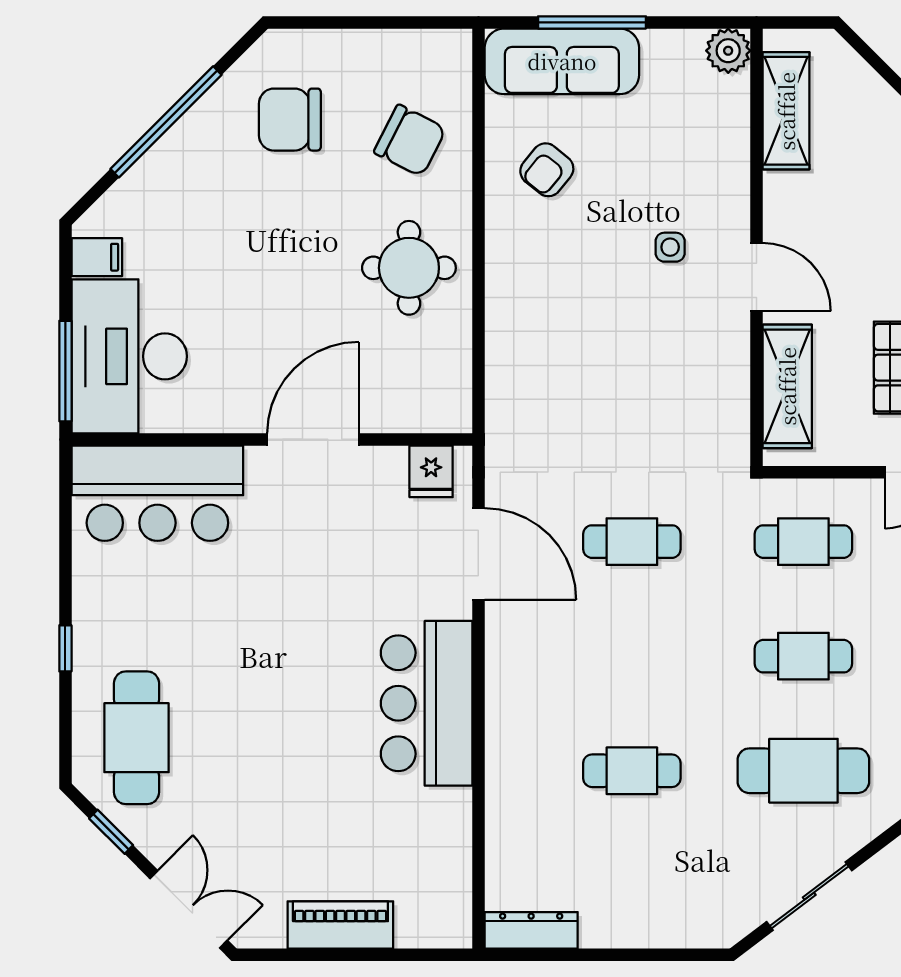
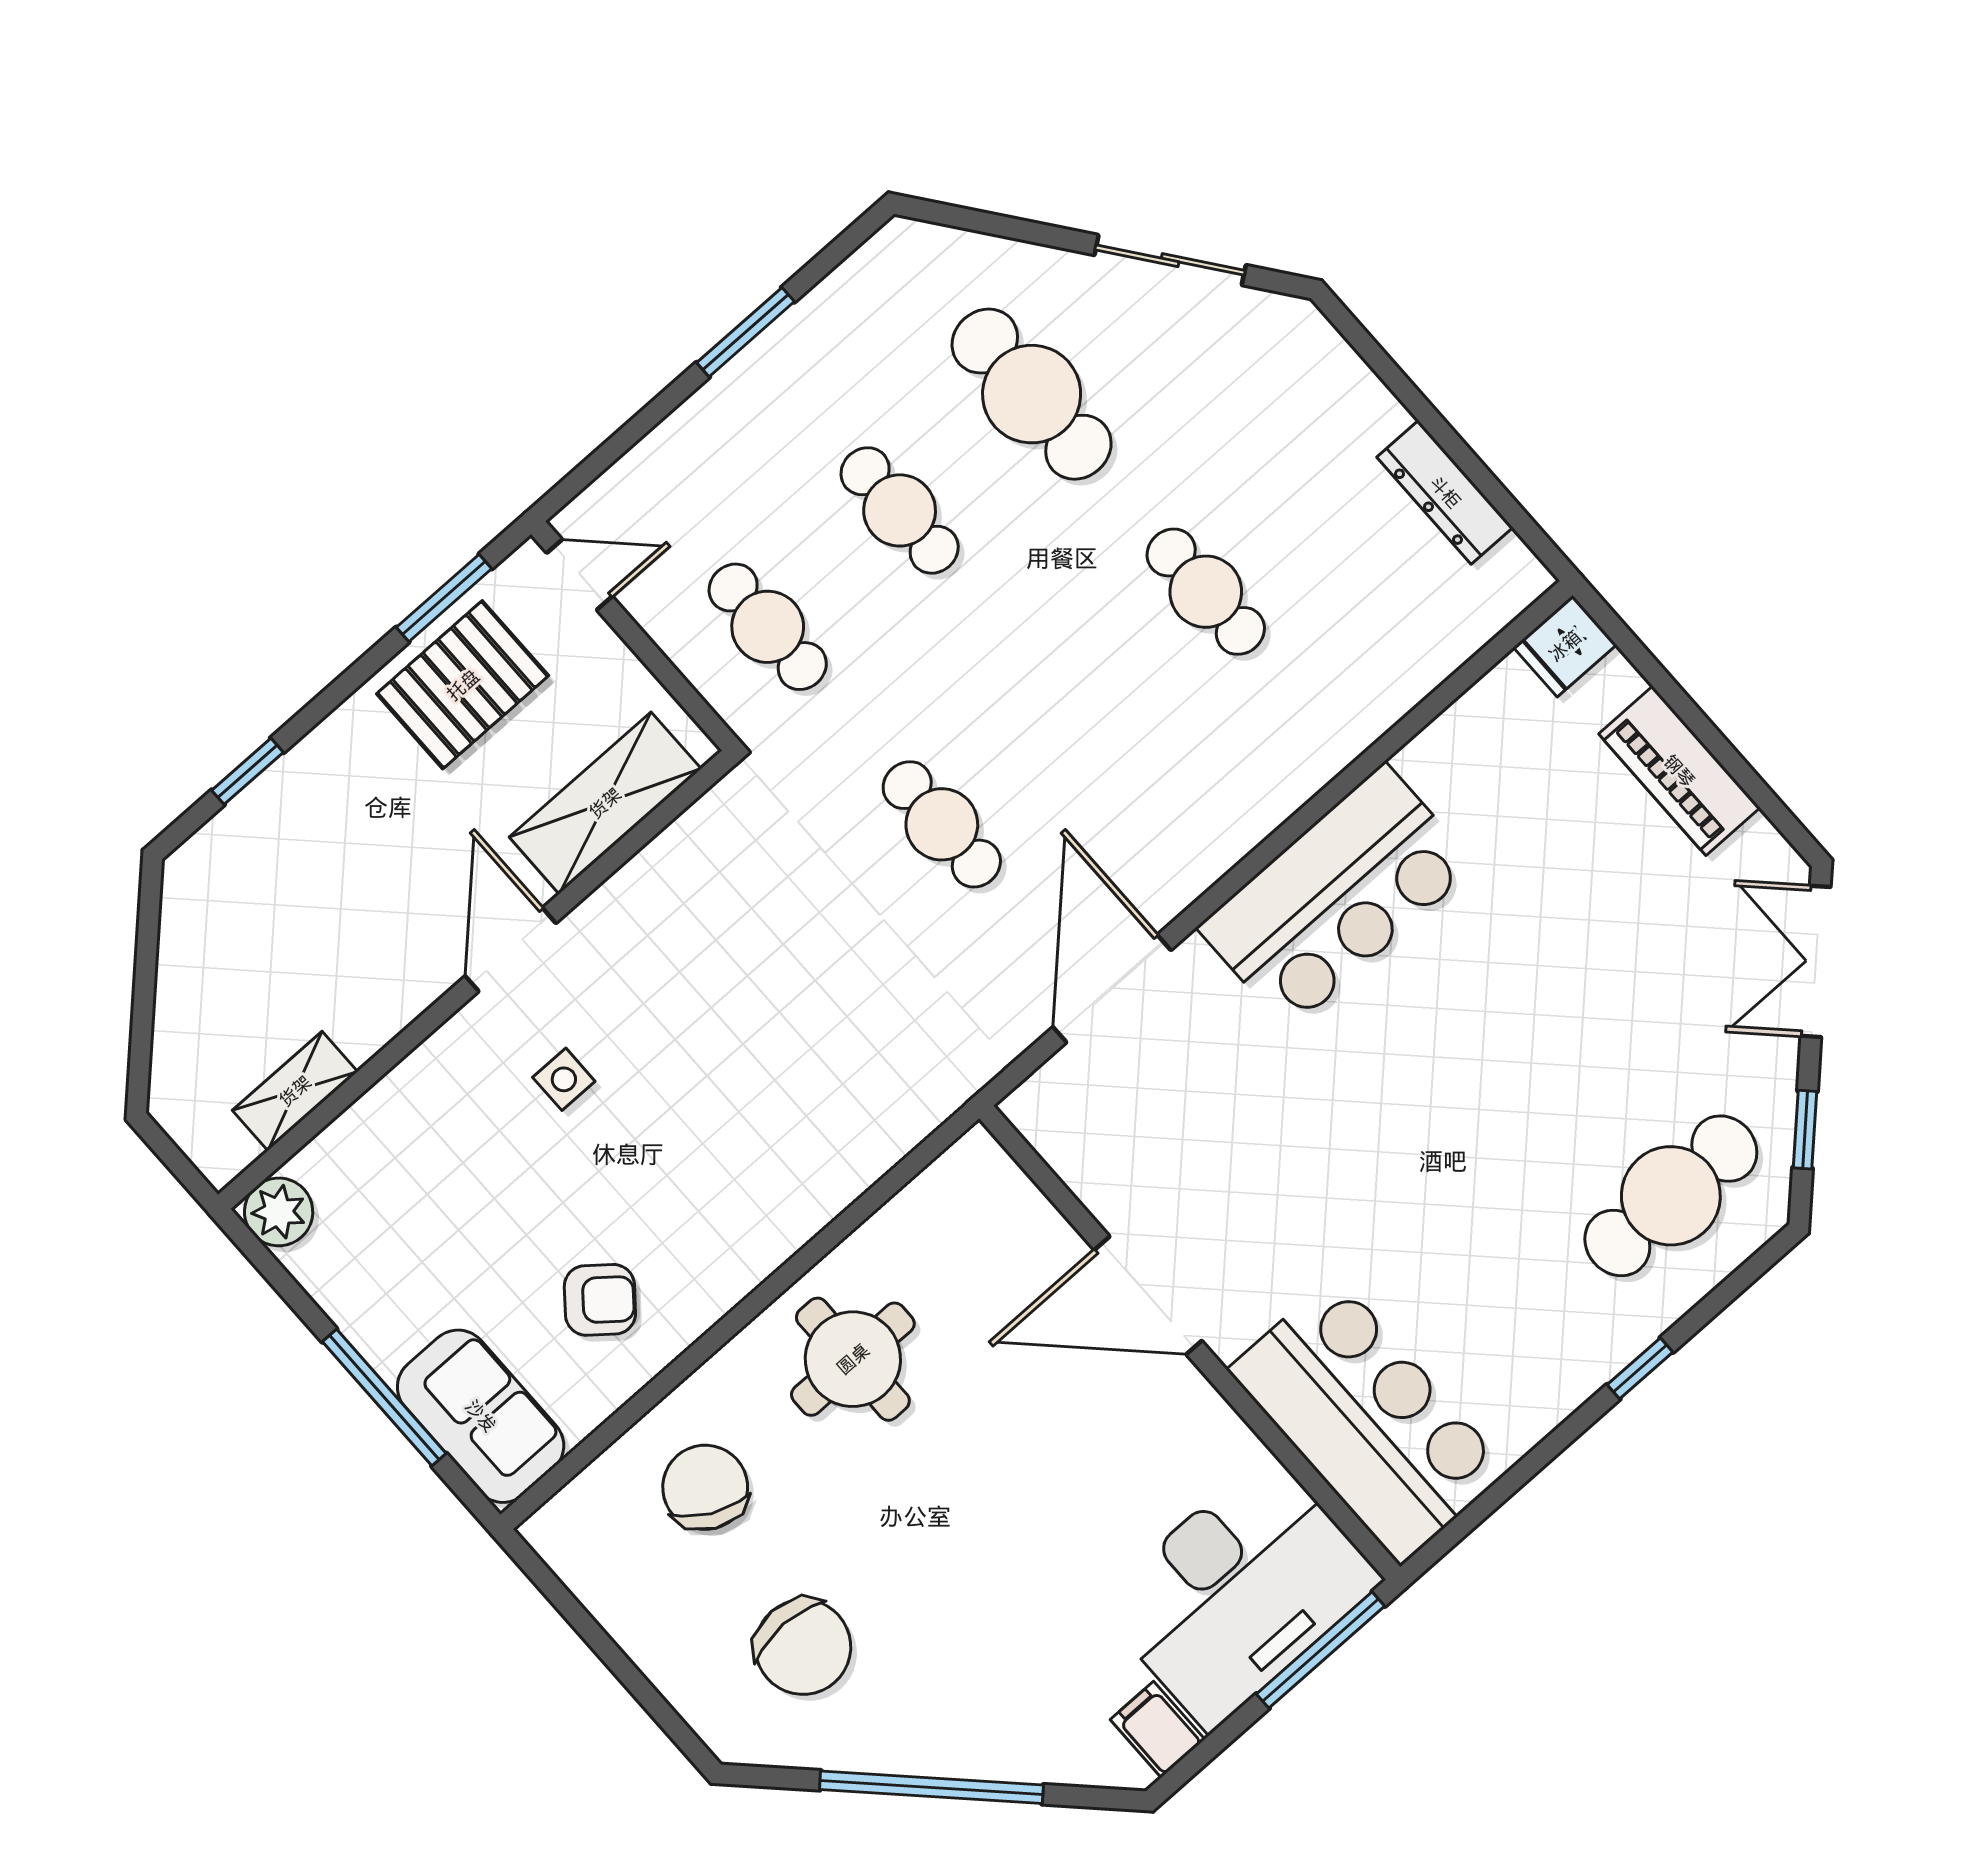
sofa: (562, 61) -> (481, 1416), width x0.73
shelving: (786, 111) -> (295, 1091), width x0.67, depth x0.75
fridge: (431, 471) -> (1565, 646), moved, turned 180
dresser: (531, 930) -> (1445, 492), moved

